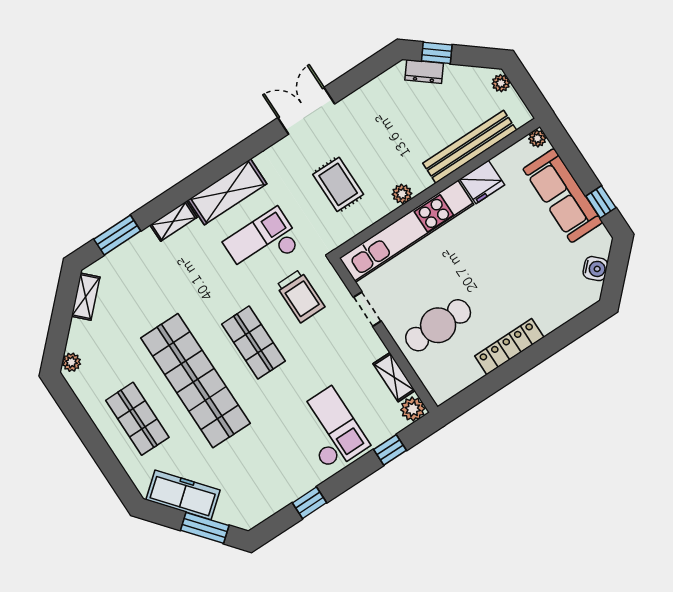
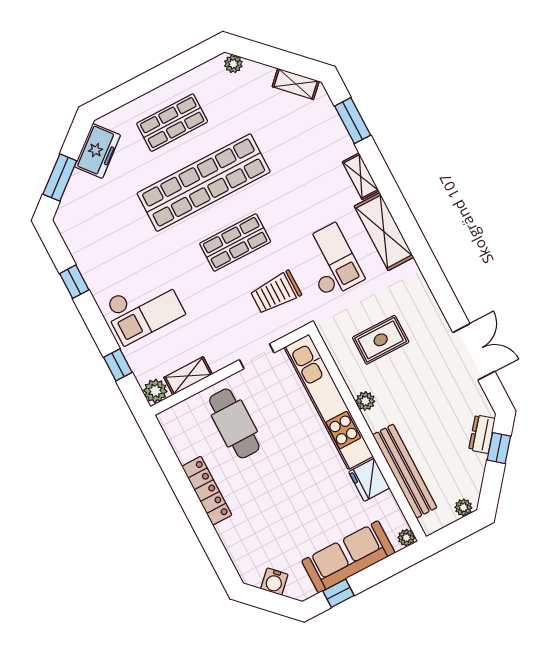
double door: (306, 111) -> (474, 352), moved
freezer: (183, 495) -> (98, 151), width x0.71

